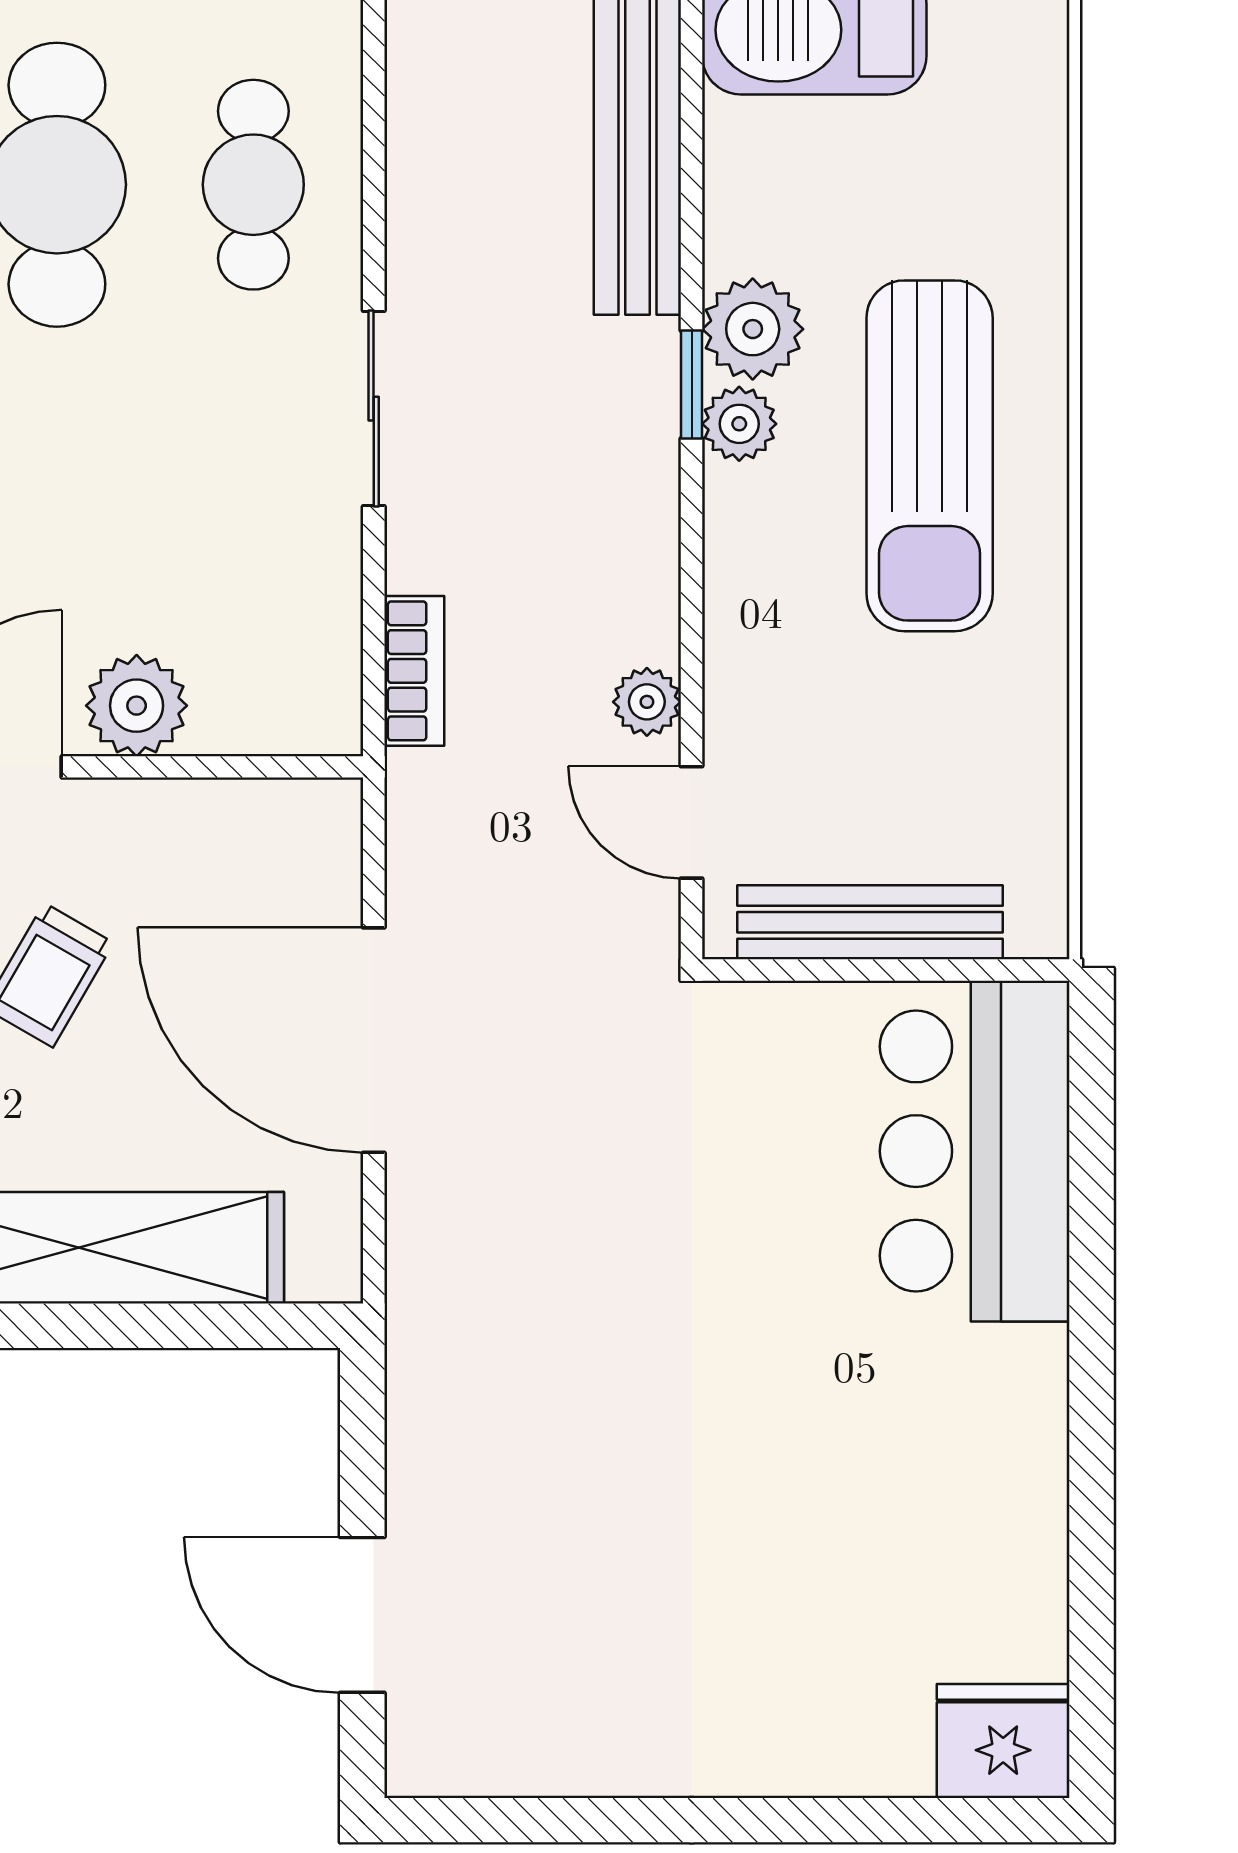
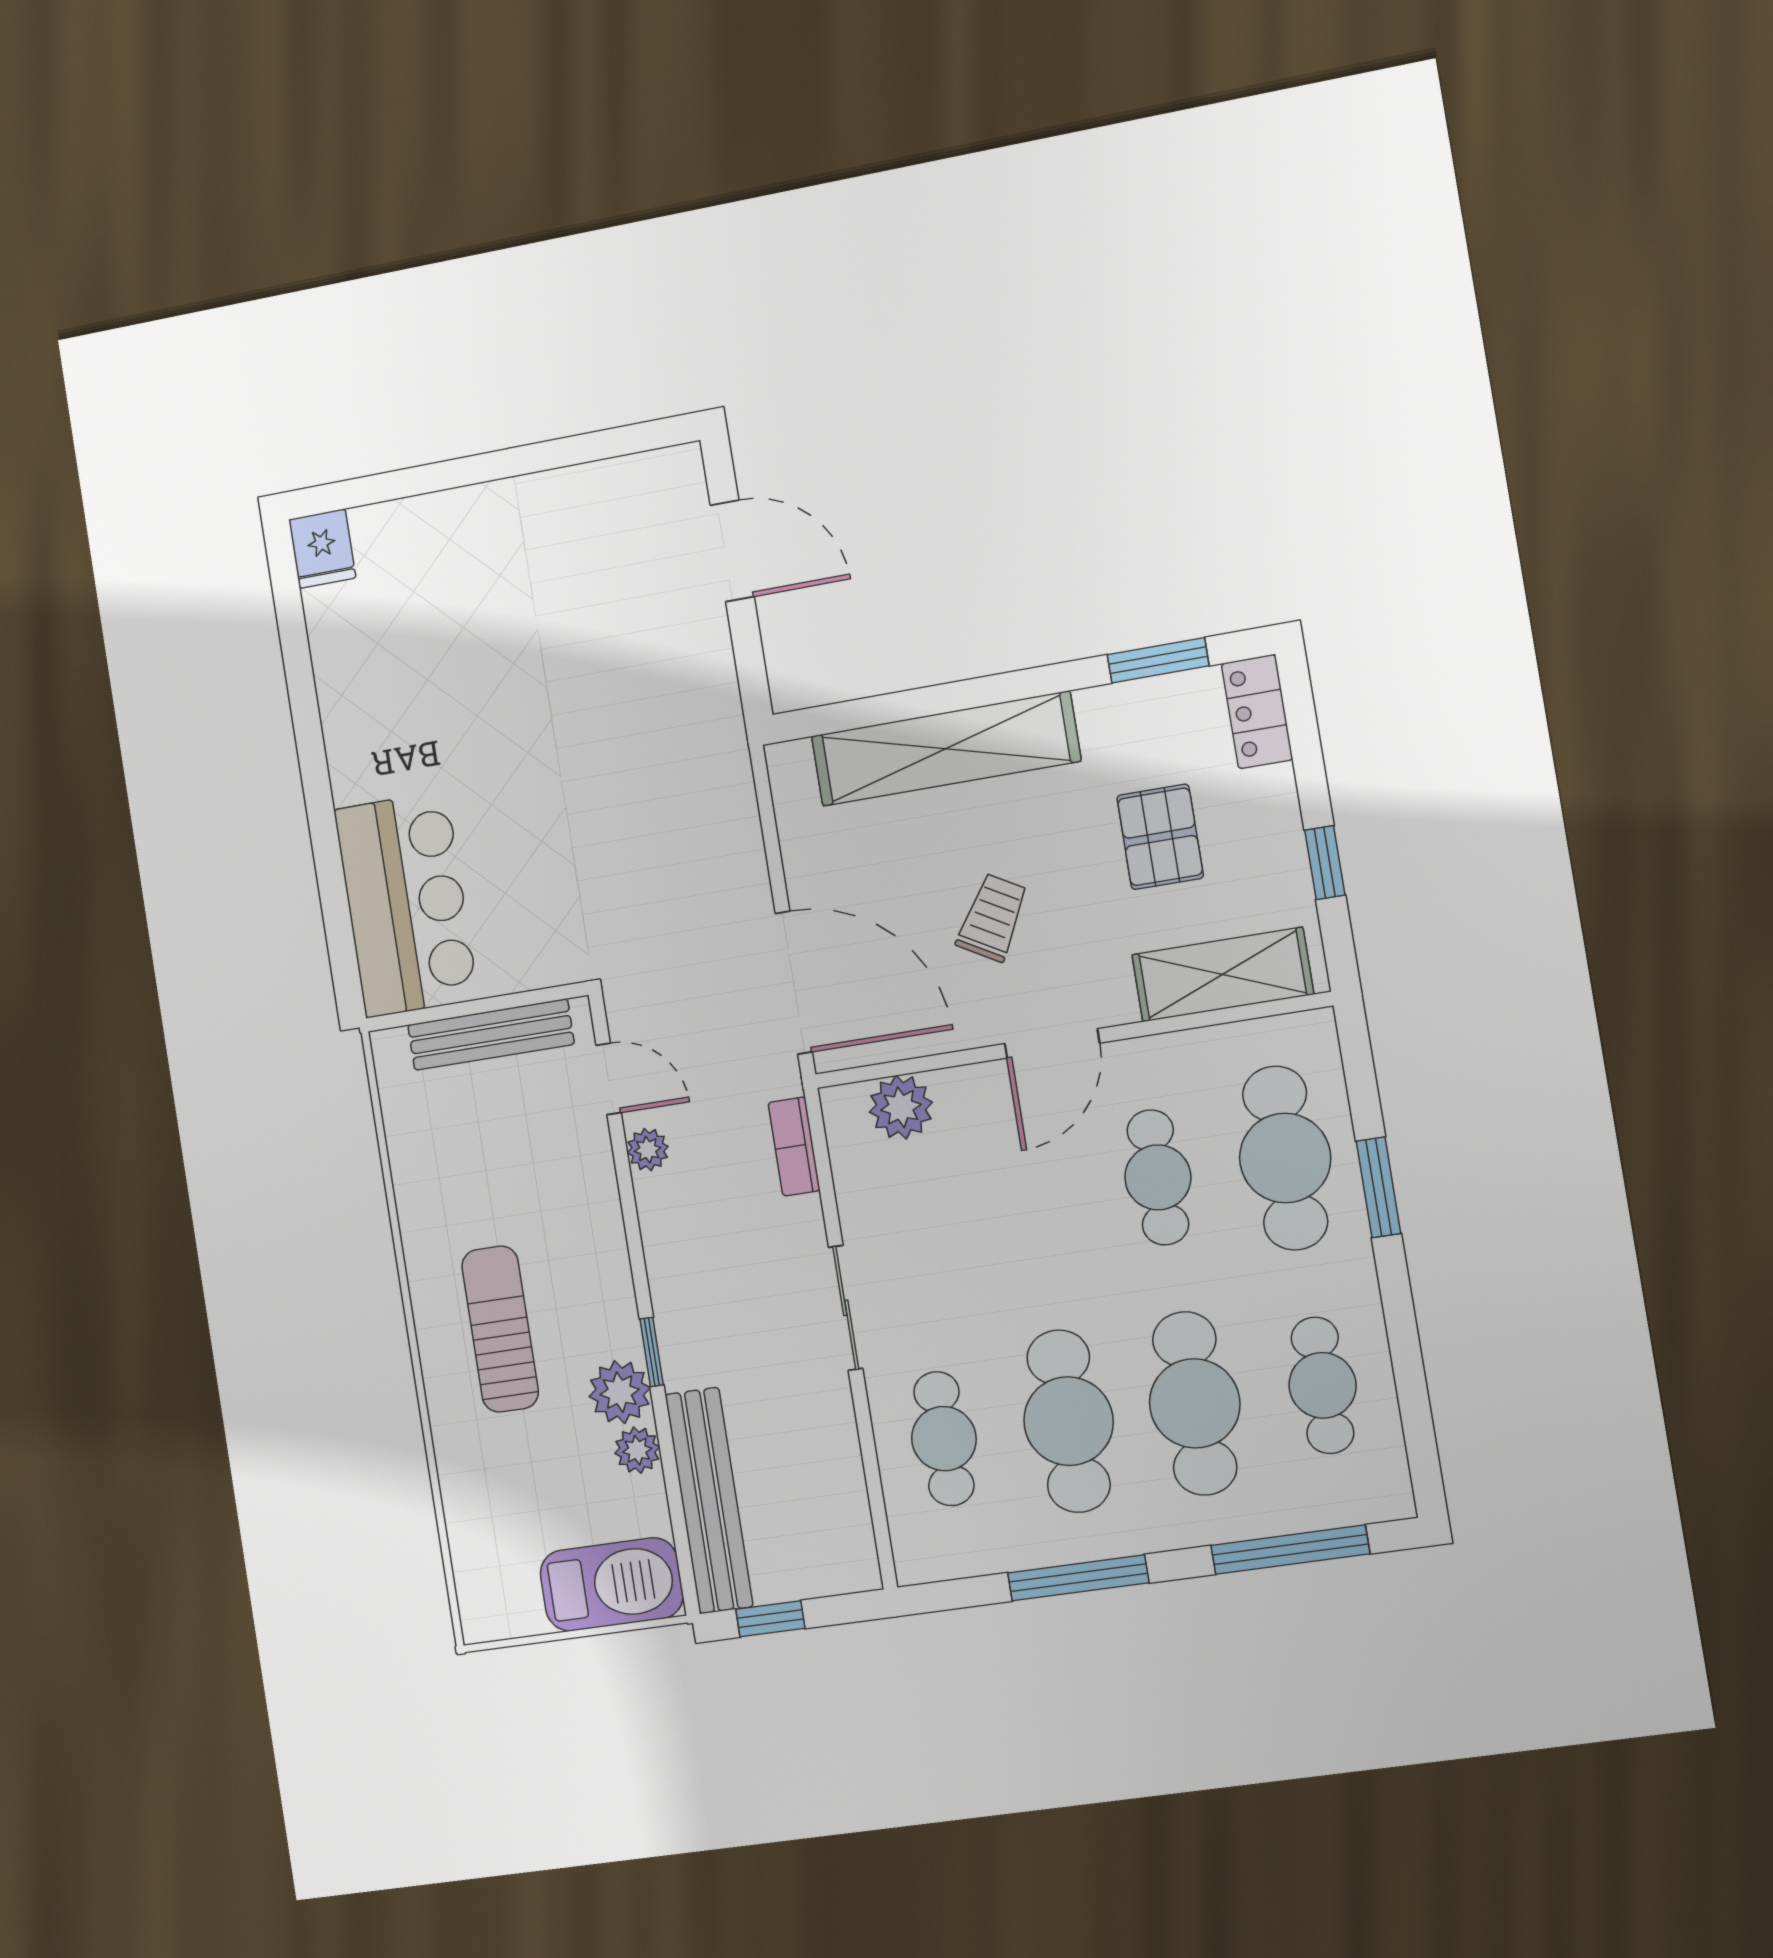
plant: (739, 424) -> (637, 1450), moved
sun lounger: (930, 456) -> (500, 1329), width x0.73, depth x0.75
plant: (137, 706) -> (901, 1107), moved
door: (374, 1040) -> (794, 983), moved
fridge: (1003, 1741) -> (322, 549), width x0.72

